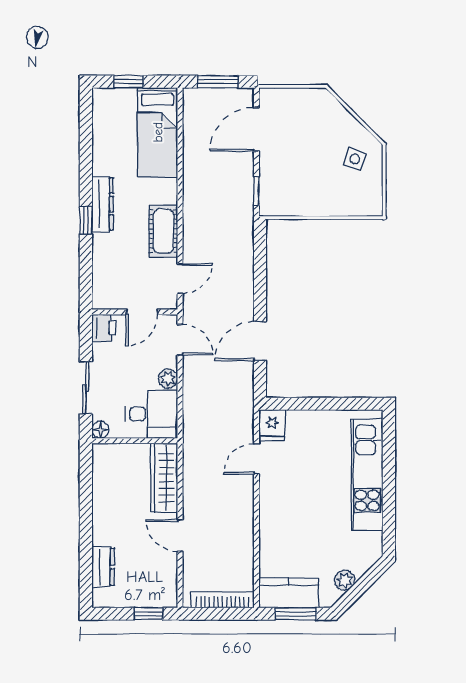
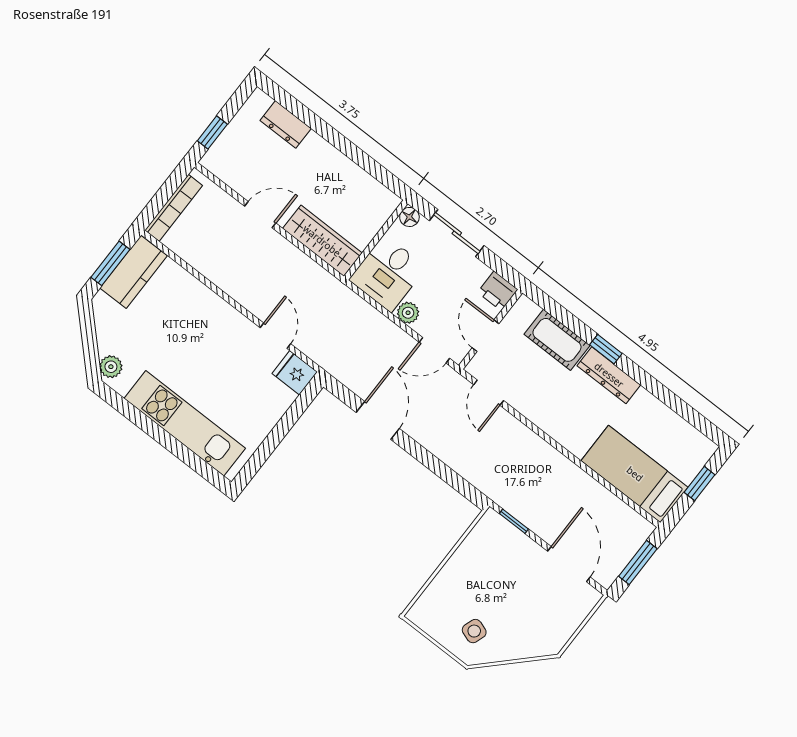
cot: (163, 231) -> (557, 340), moved
plant: (345, 580) -> (111, 367), moved

